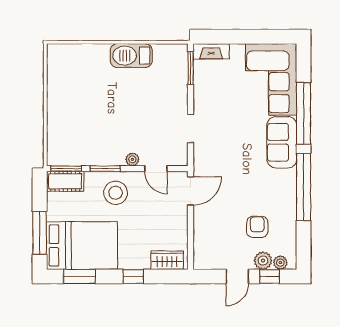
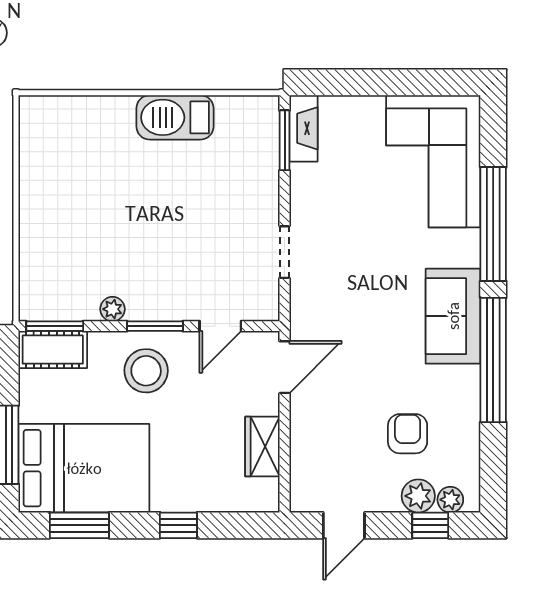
fireplace: (211, 51) -> (303, 128), moved, turned -90
sofa: (282, 142) -> (453, 316), moved
plant: (132, 159) -> (112, 309), moved
window: (105, 169) -> (155, 326), moved
door: (156, 169) -> (220, 326), hinge flipped
wardrobe: (167, 260) -> (262, 447), moved, turned -90
door: (237, 276) -> (344, 525), moved

